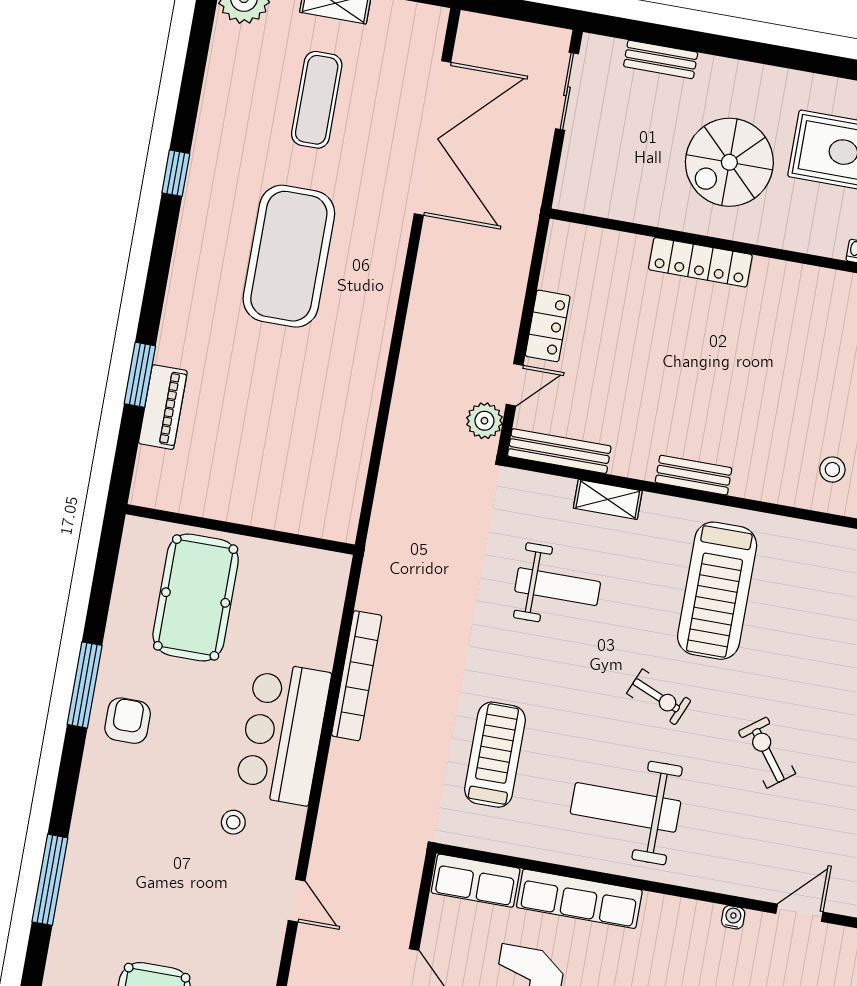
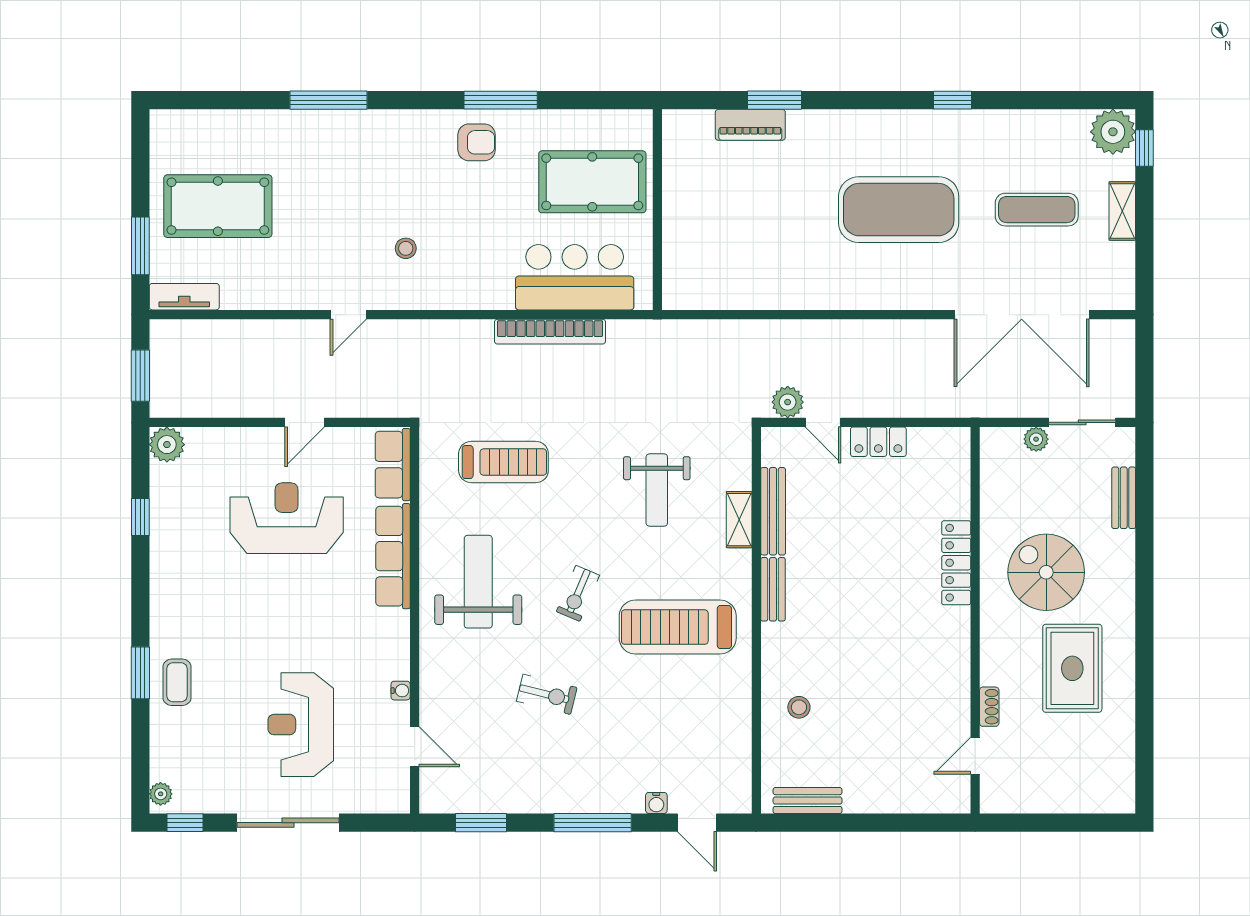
plant: (577, 147) -> (1036, 439), added
bench: (559, 451) -> (773, 511), moved
bar counter: (283, 733) -> (575, 277), moved
exercise bike: (767, 752) -> (547, 694), turned 51

